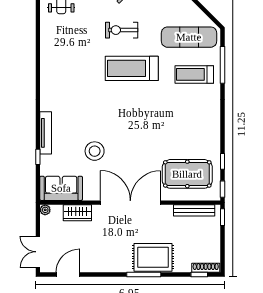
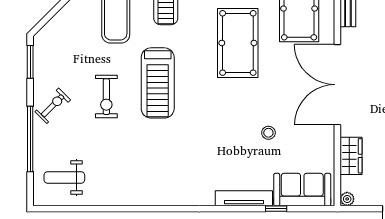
pool table: (162, 128) -> (238, 43), added
stool: (95, 151) -> (268, 133), width x0.53, depth x0.53
sofa: (61, 188) -> (302, 190), moved, turned 90

